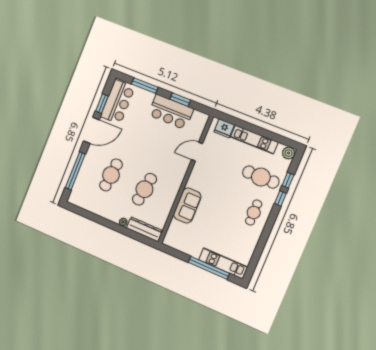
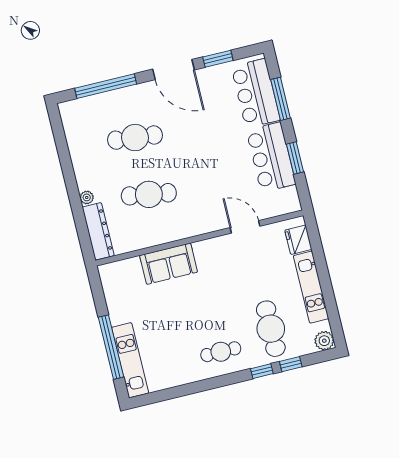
bar counter: (118, 102) -> (256, 93), moved, turned 90

